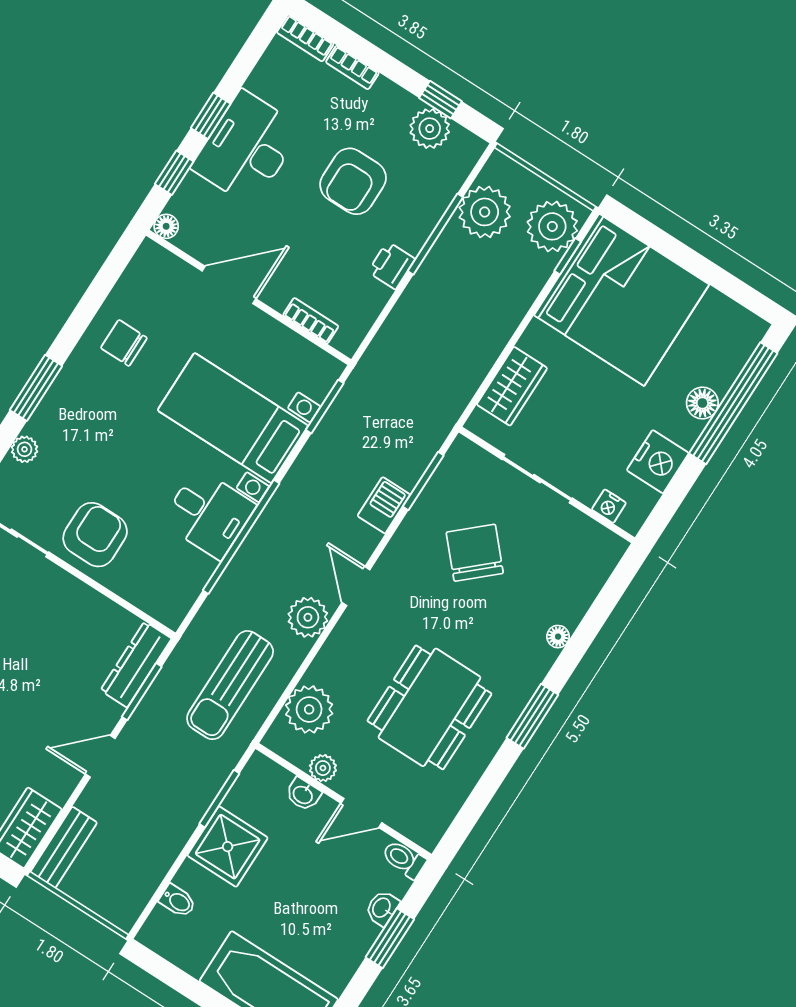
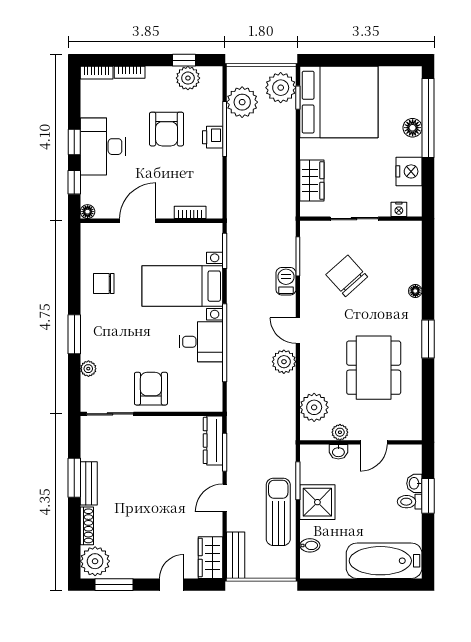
printer: (391, 265) -> (213, 137), moved
sun lounger: (230, 685) -> (278, 512), moved, turned 180
toilet: (404, 859) -> (410, 502), moved

